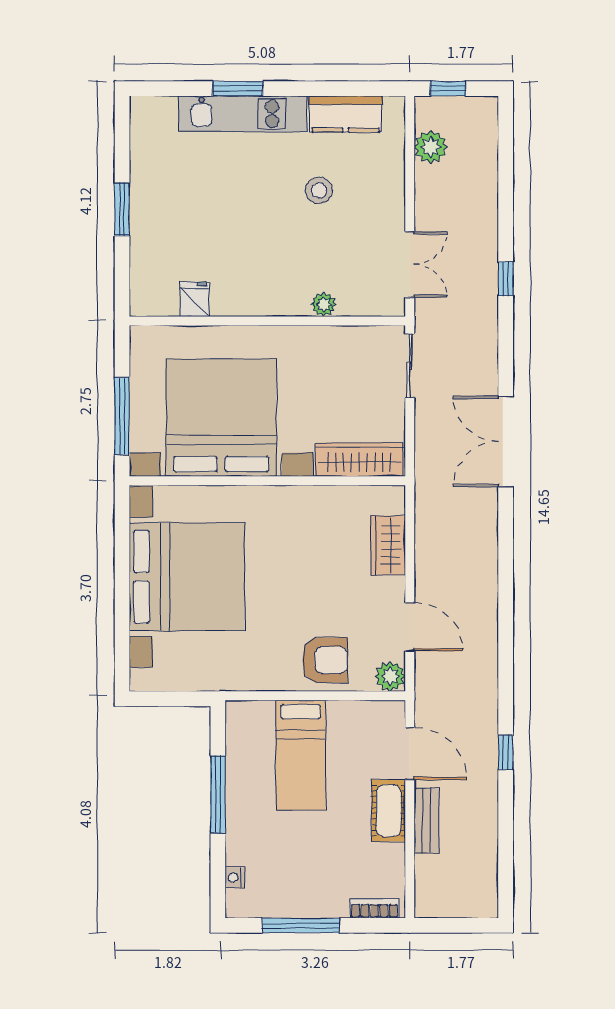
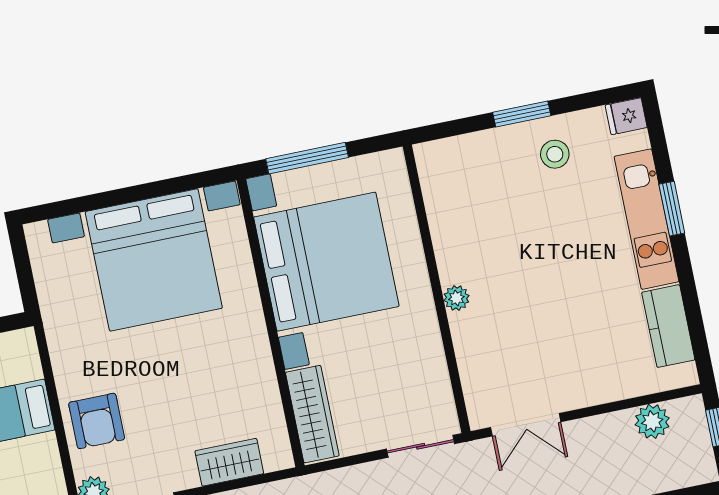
stool: (319, 190) -> (555, 154), moved
fridge: (195, 299) -> (626, 116), moved, turned 180
plant: (324, 304) -> (456, 298), moved

